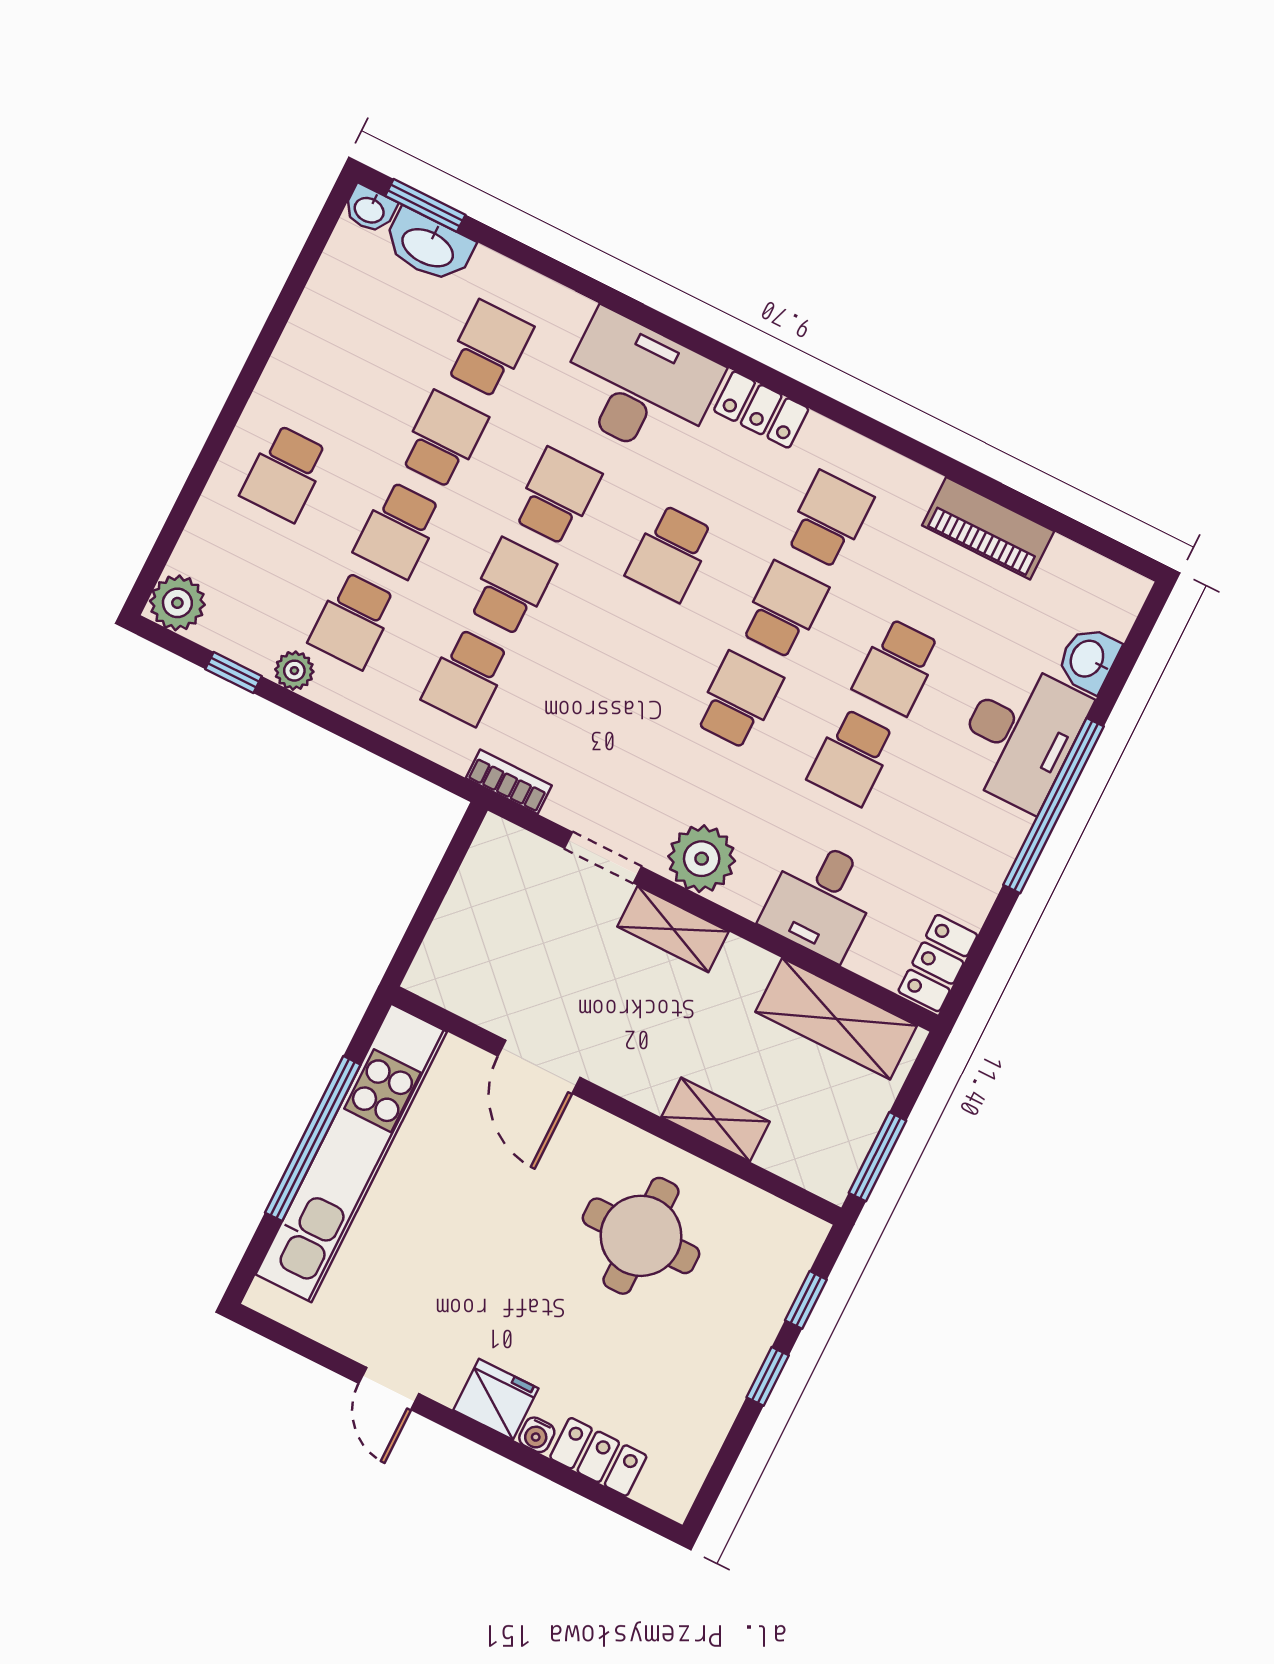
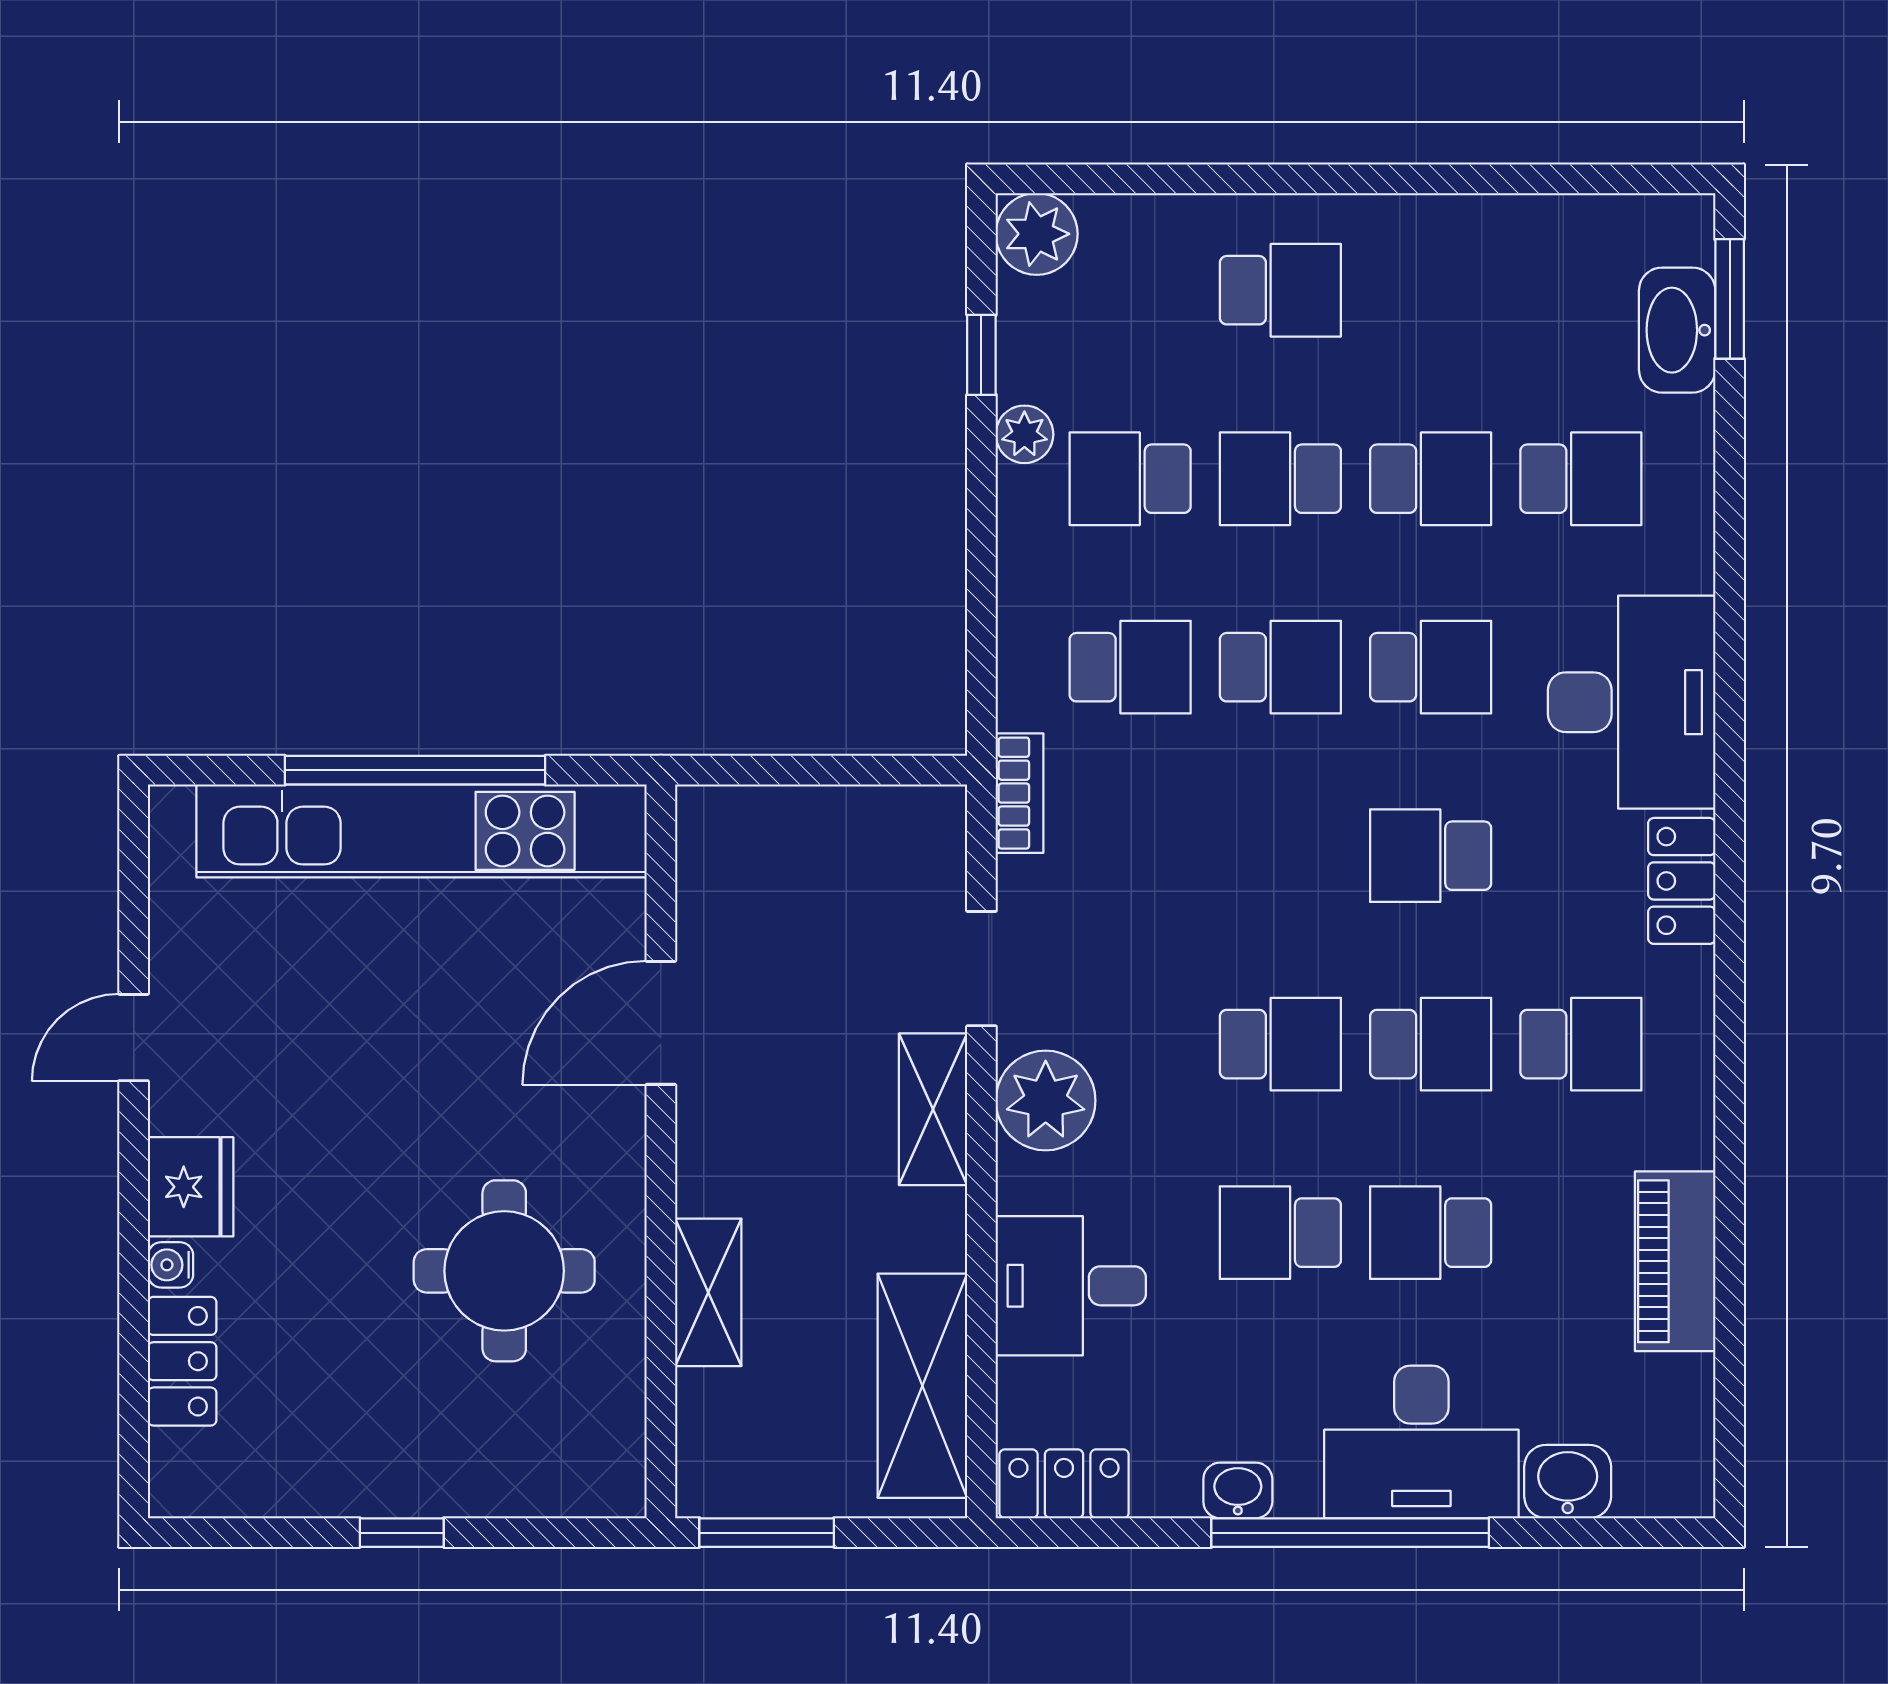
washbasin: (370, 209) -> (1238, 1490), moved, turned 90
school desk: (285, 473) -> (1280, 290), turned 180
school desk: (466, 677) -> (1130, 667), turned 180
window: (806, 1300) -> (529, 1533), removed

